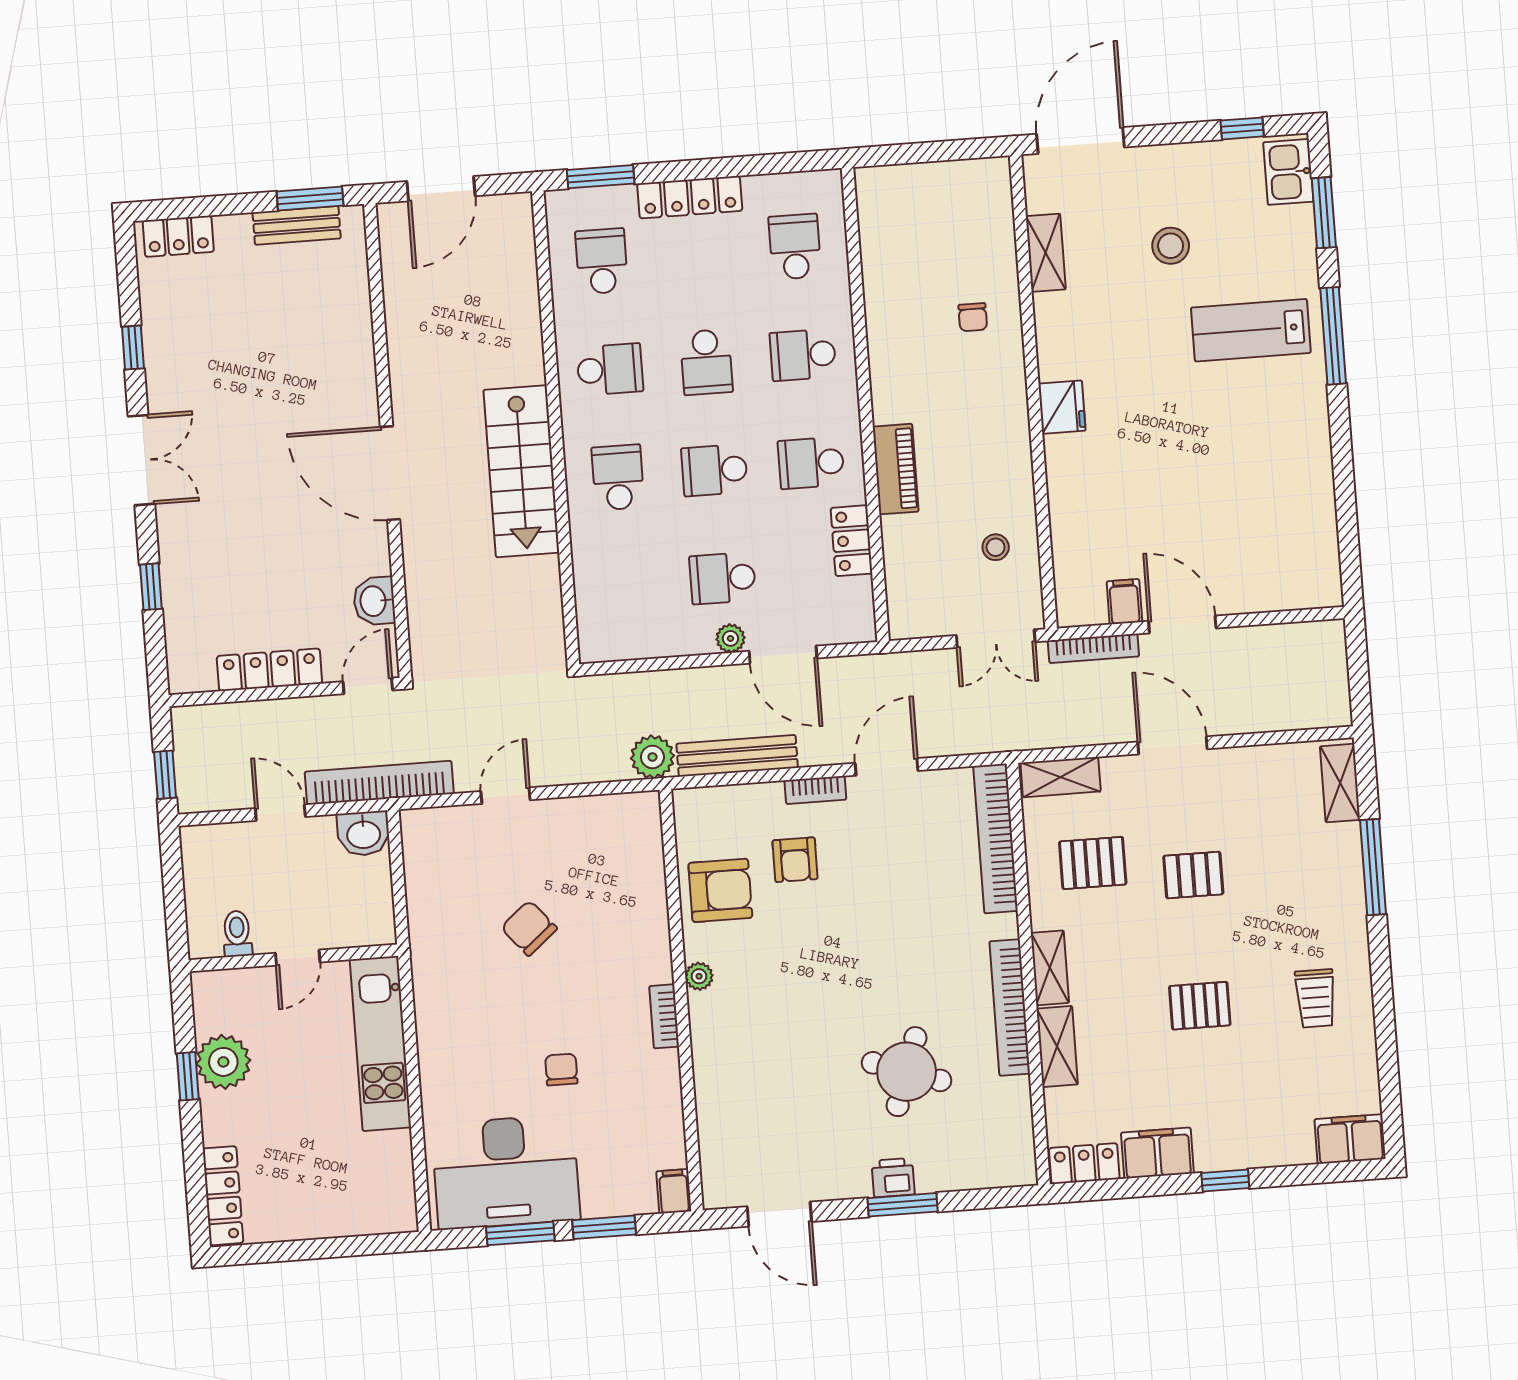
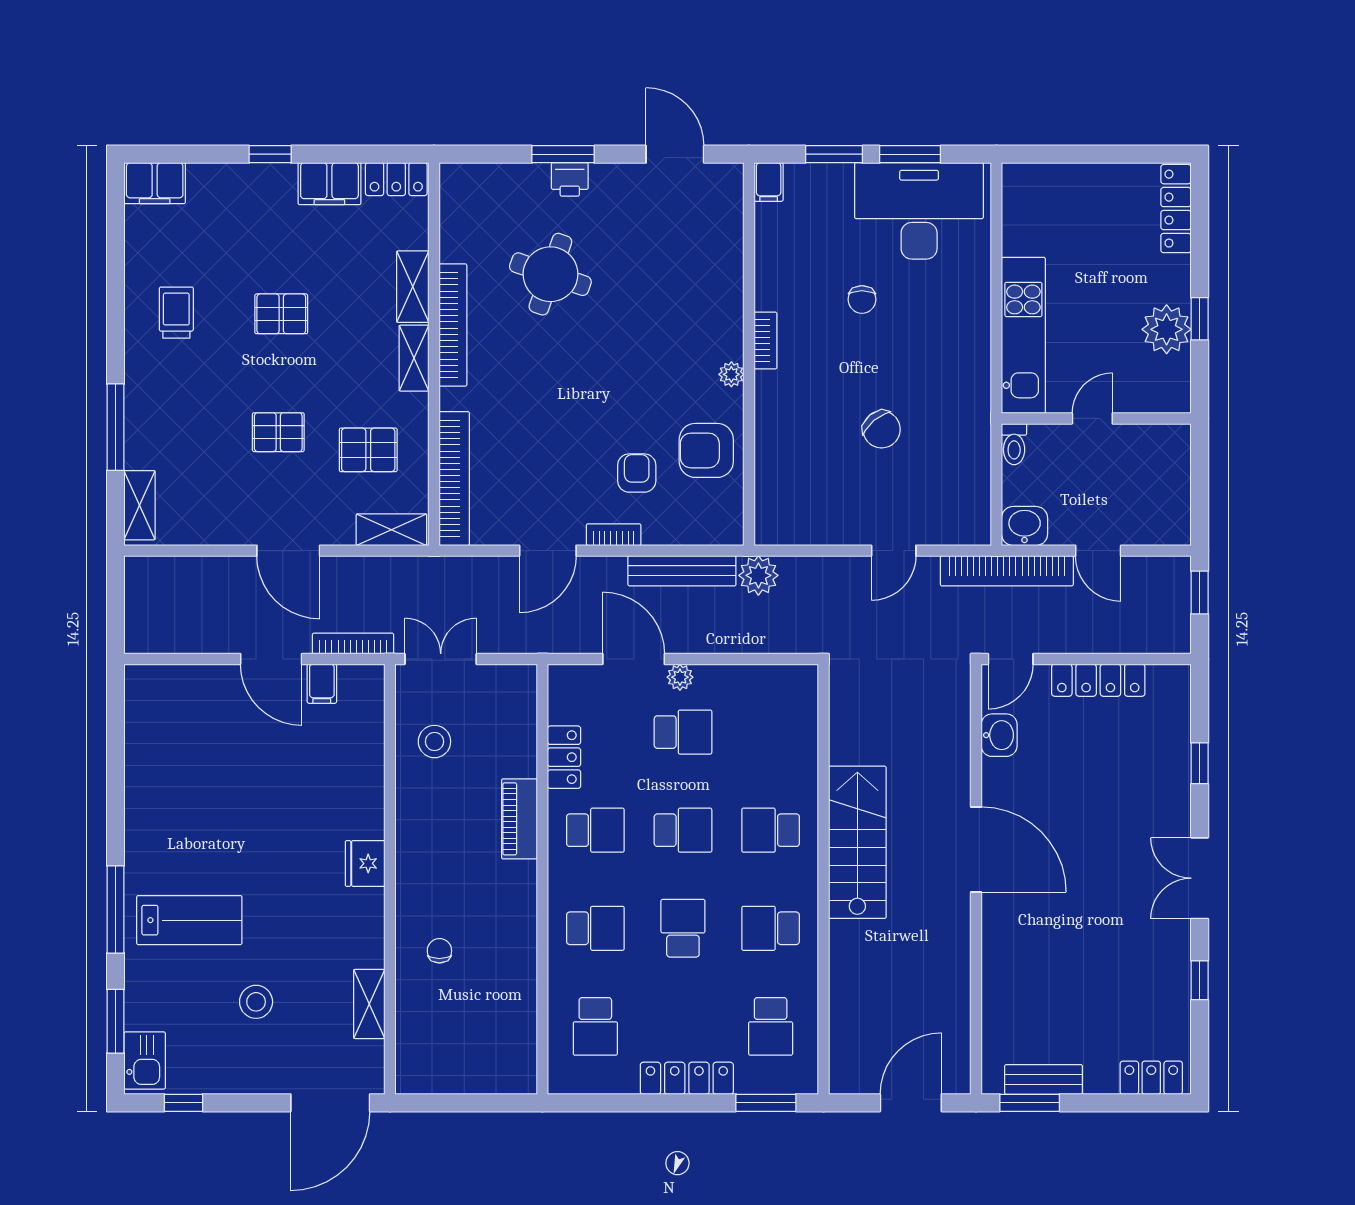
school desk: (618, 477) -> (771, 830), turned 90
stool: (996, 547) -> (434, 742), width x1.37, depth x1.37
toilet: (237, 934) -> (1014, 444), moved

